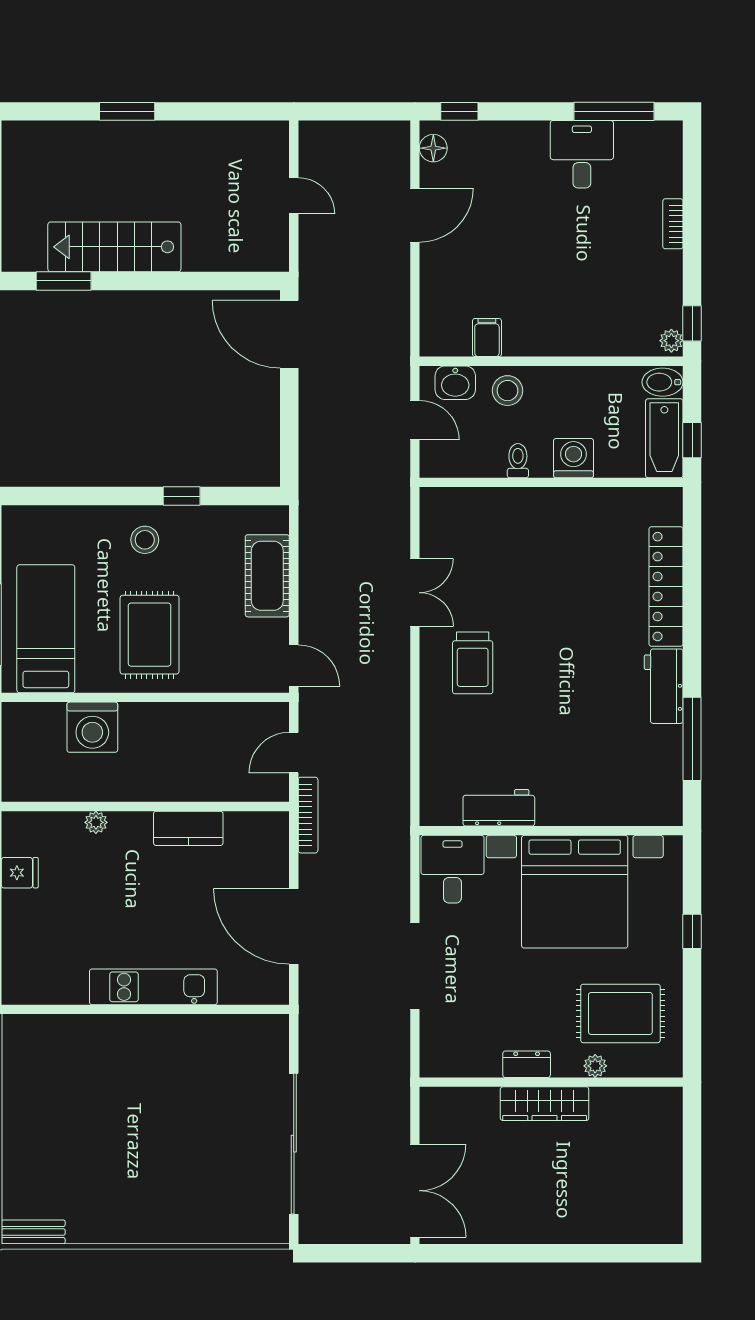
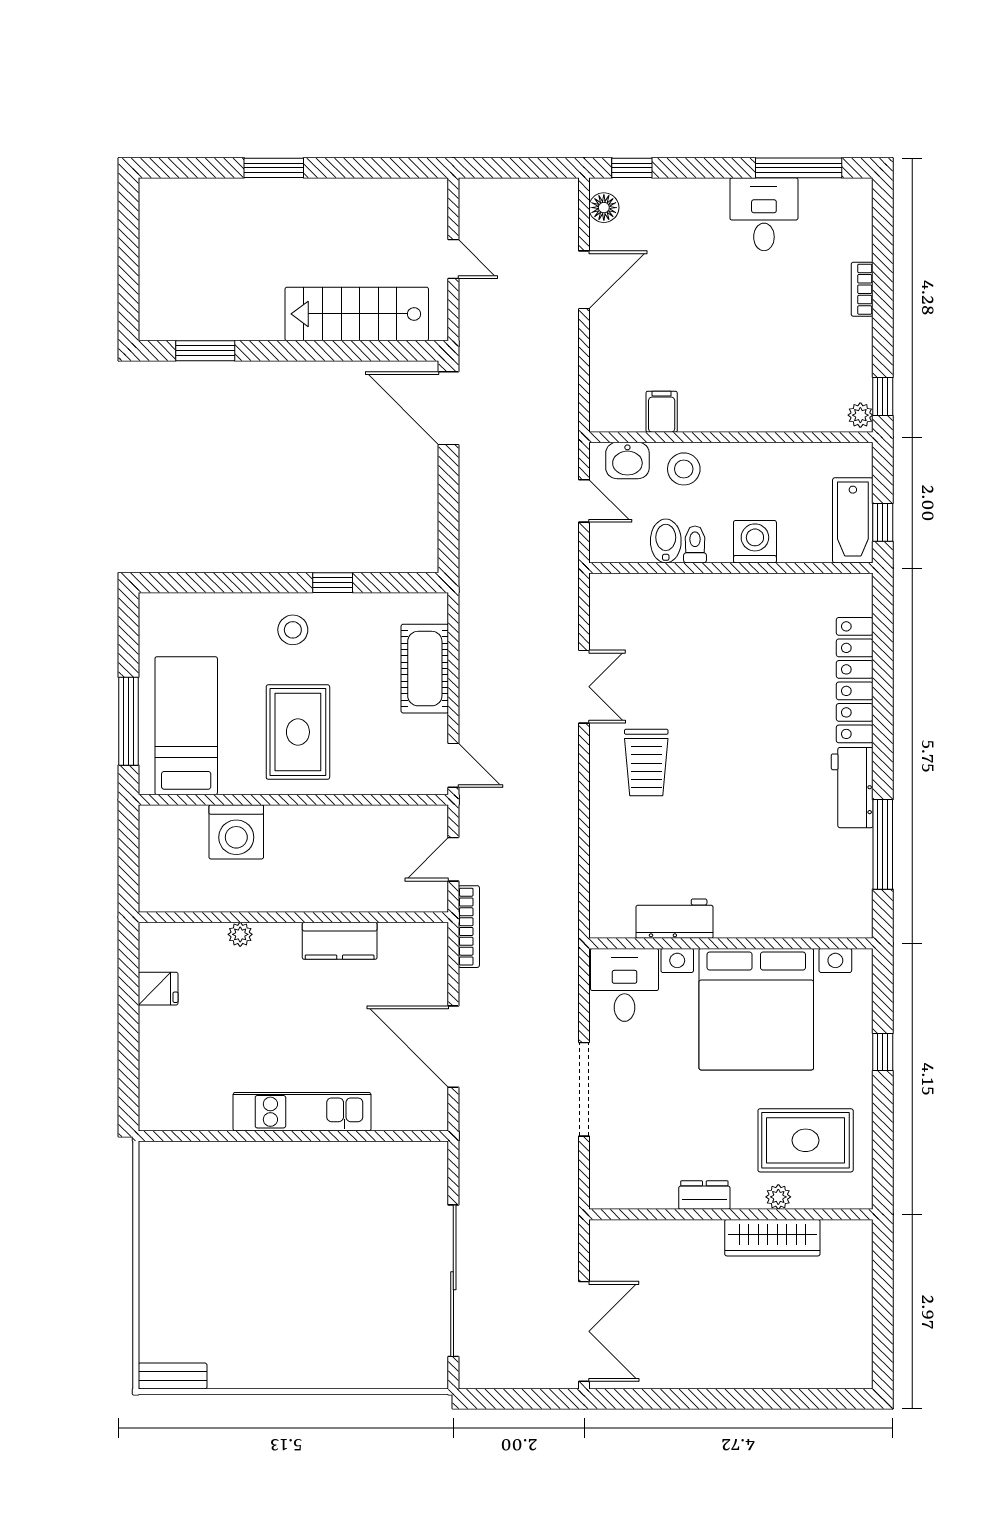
stairs: (114, 247) -> (357, 314), moved
bidet: (663, 382) -> (666, 541), moved, turned 90
wardrobe: (545, 1104) -> (772, 1238), moved

